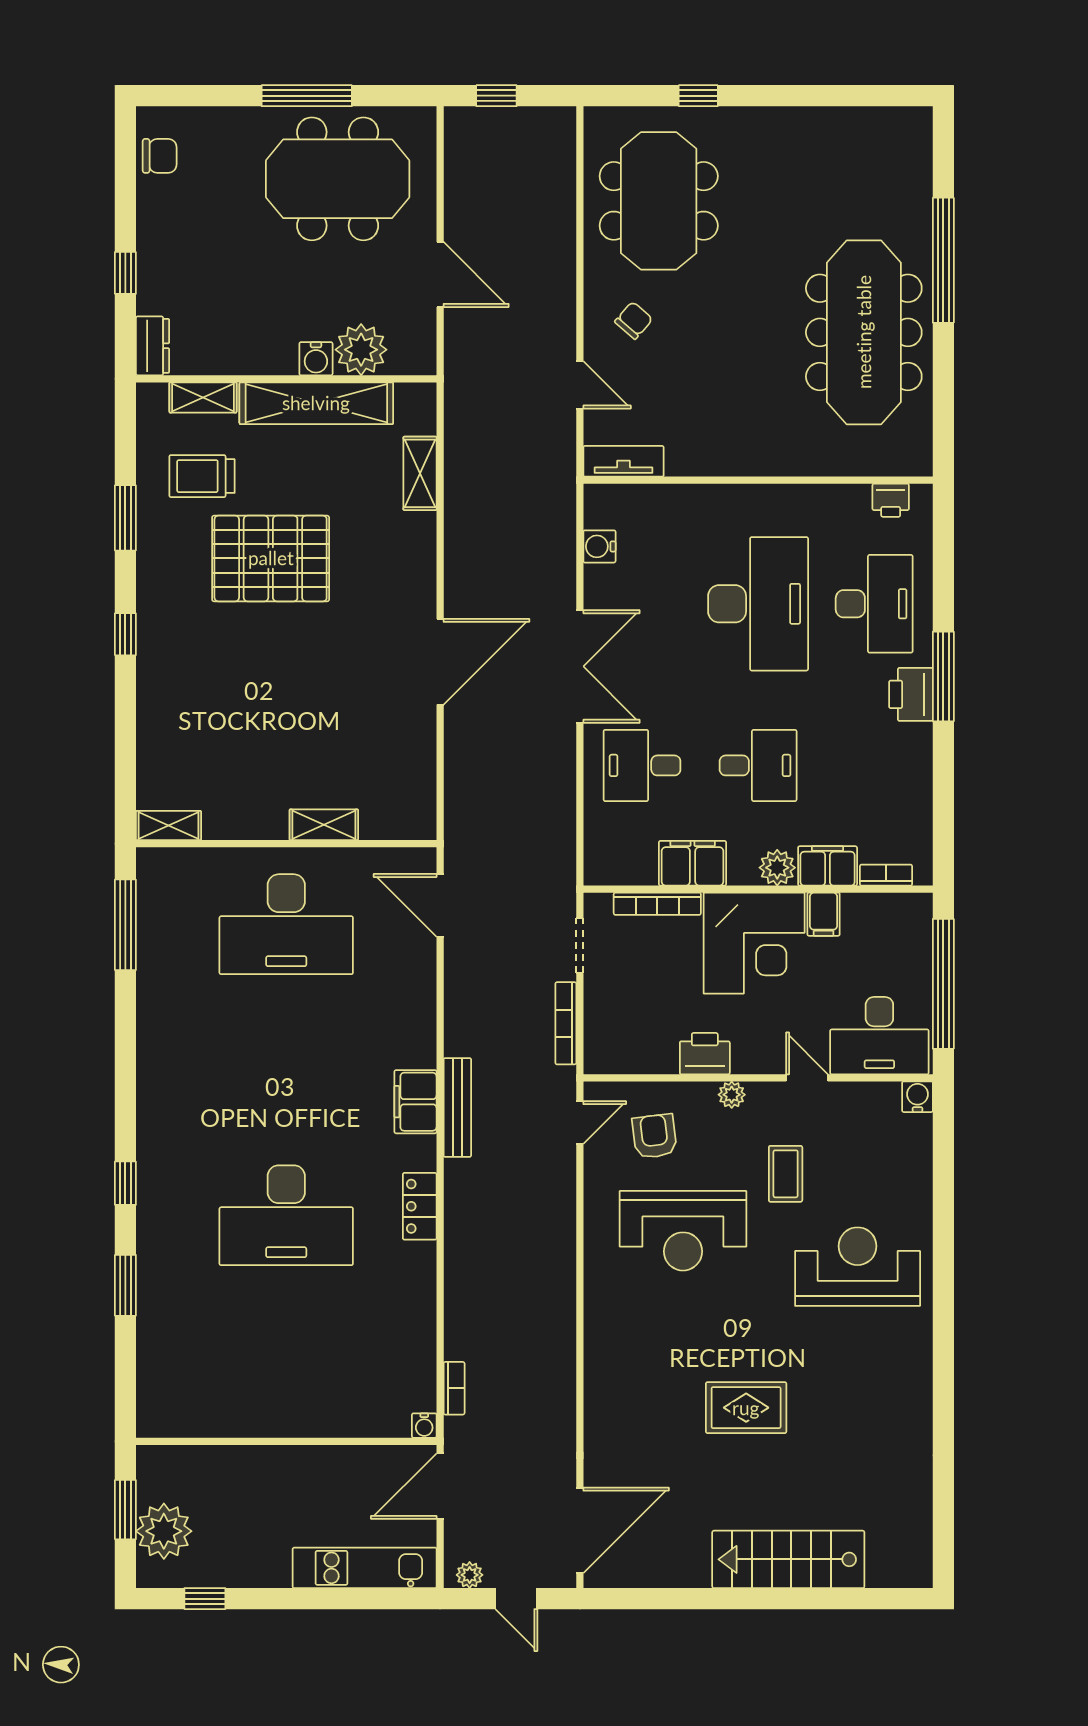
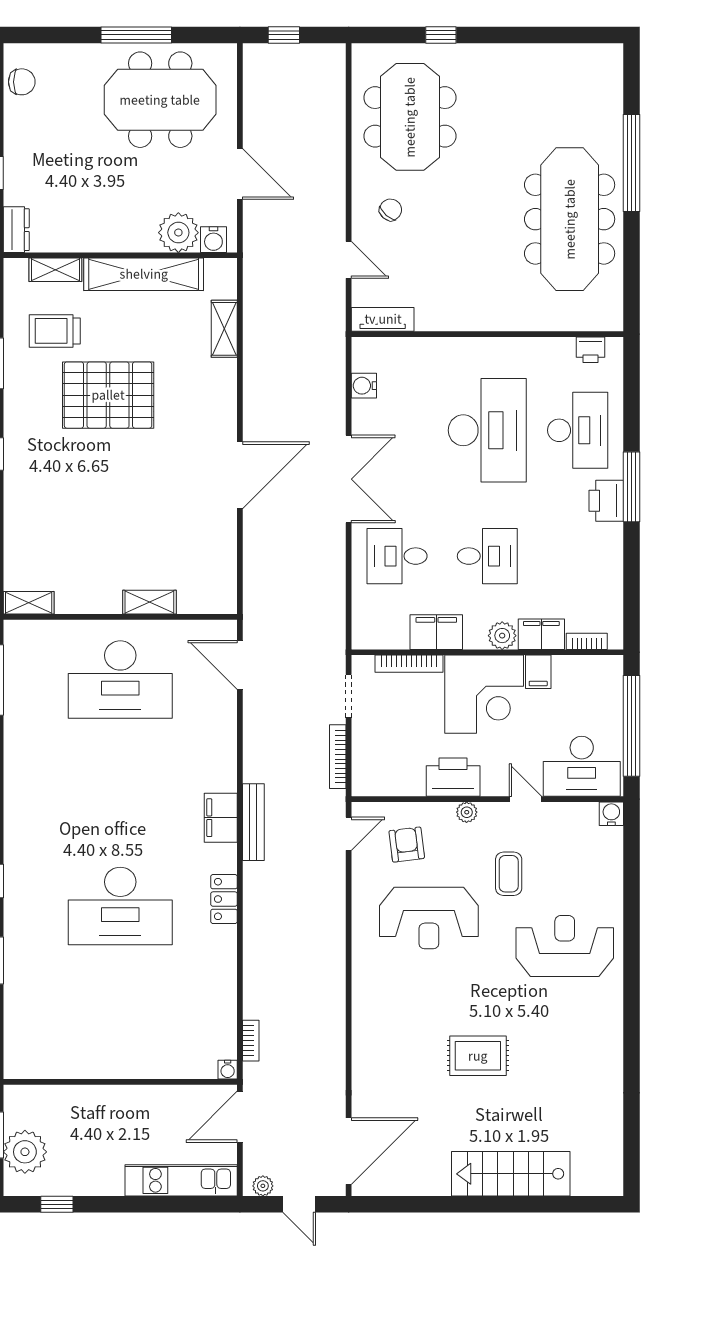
water cooler: (316, 359) -> (213, 240), moved
printer: (705, 1054) -> (453, 777), width x1.37, depth x1.19

